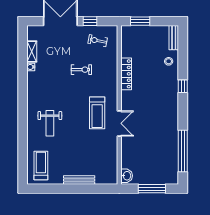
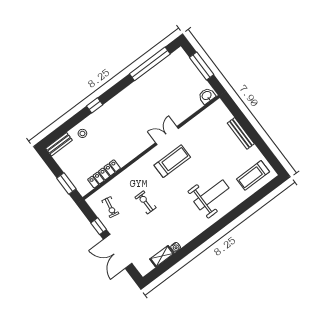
locker: (126, 74) -> (104, 174), moved
weight bench: (50, 123) -> (211, 195), width x1.36, depth x1.33

